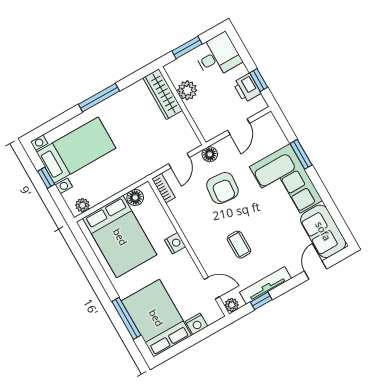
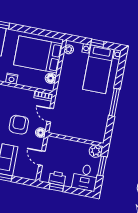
plant: (187, 90) -> (96, 151), moved
wardrobe: (163, 94) -> (90, 135), removed
armchair: (222, 188) -> (19, 125), turned 85

